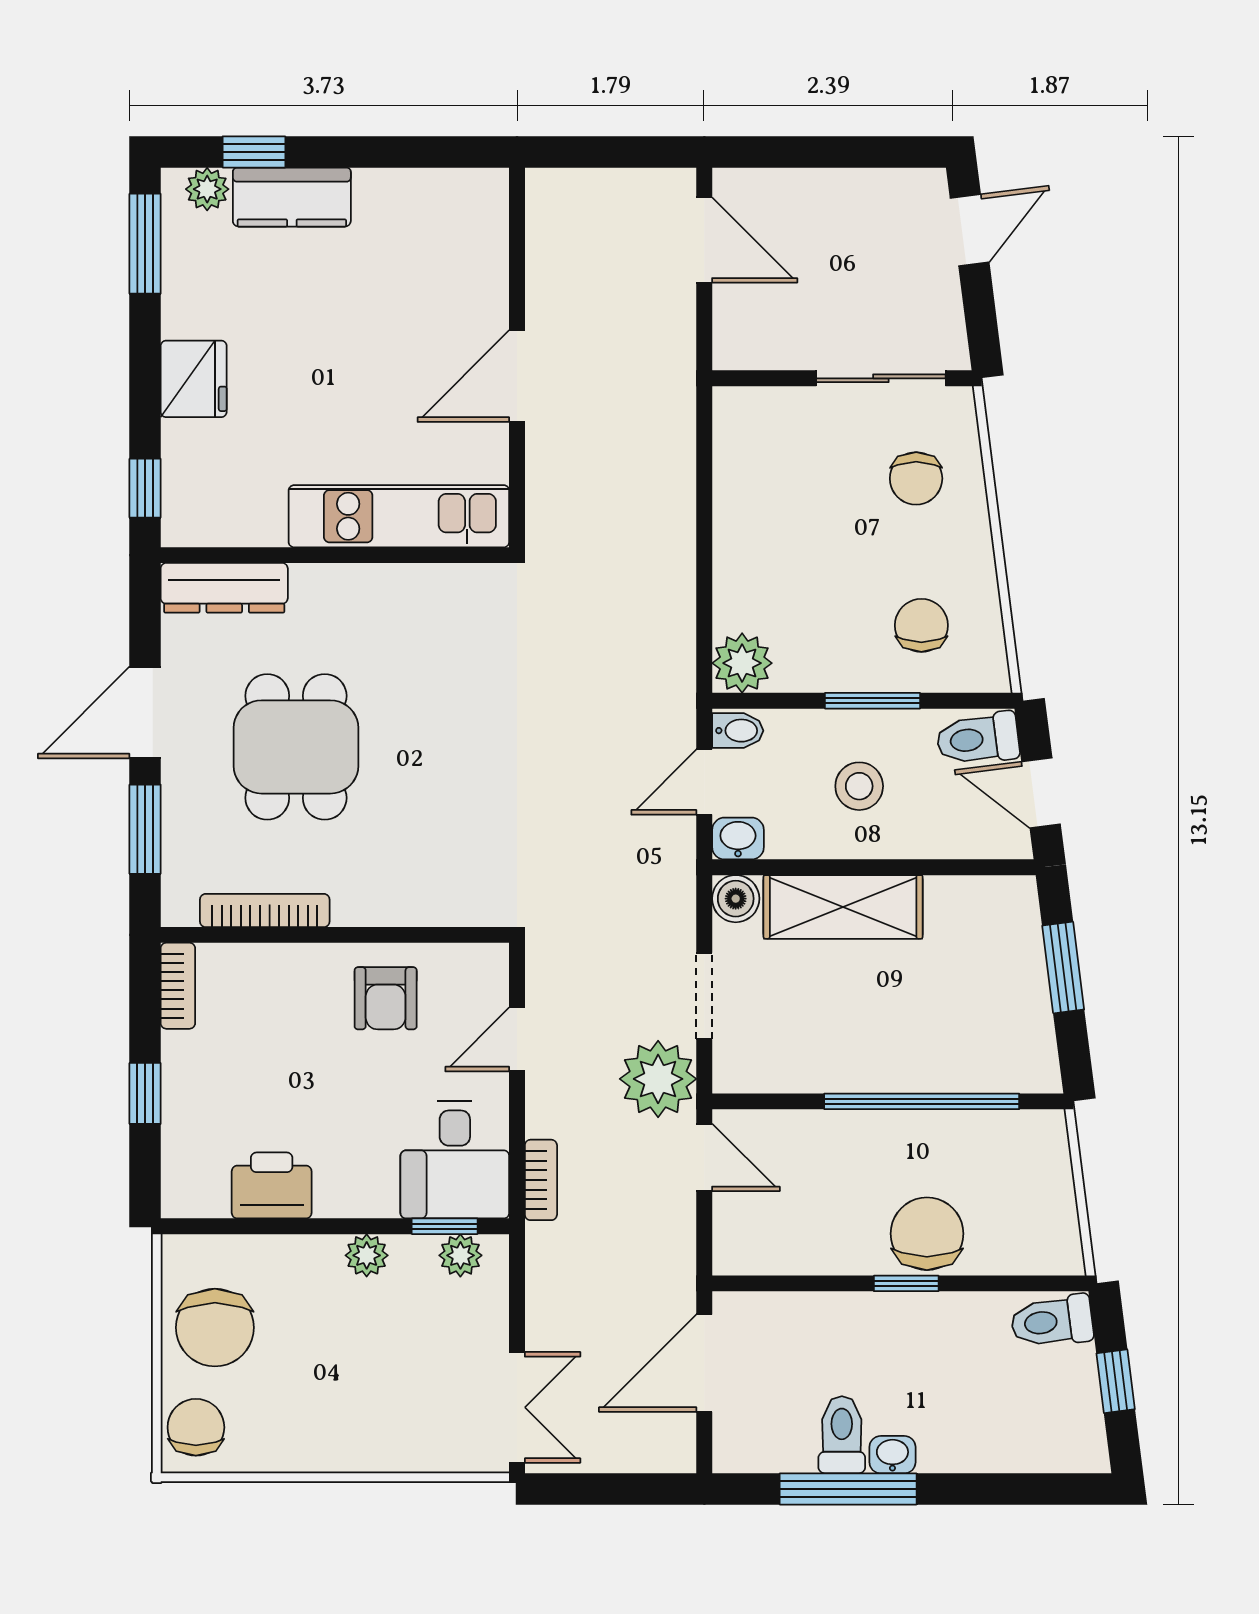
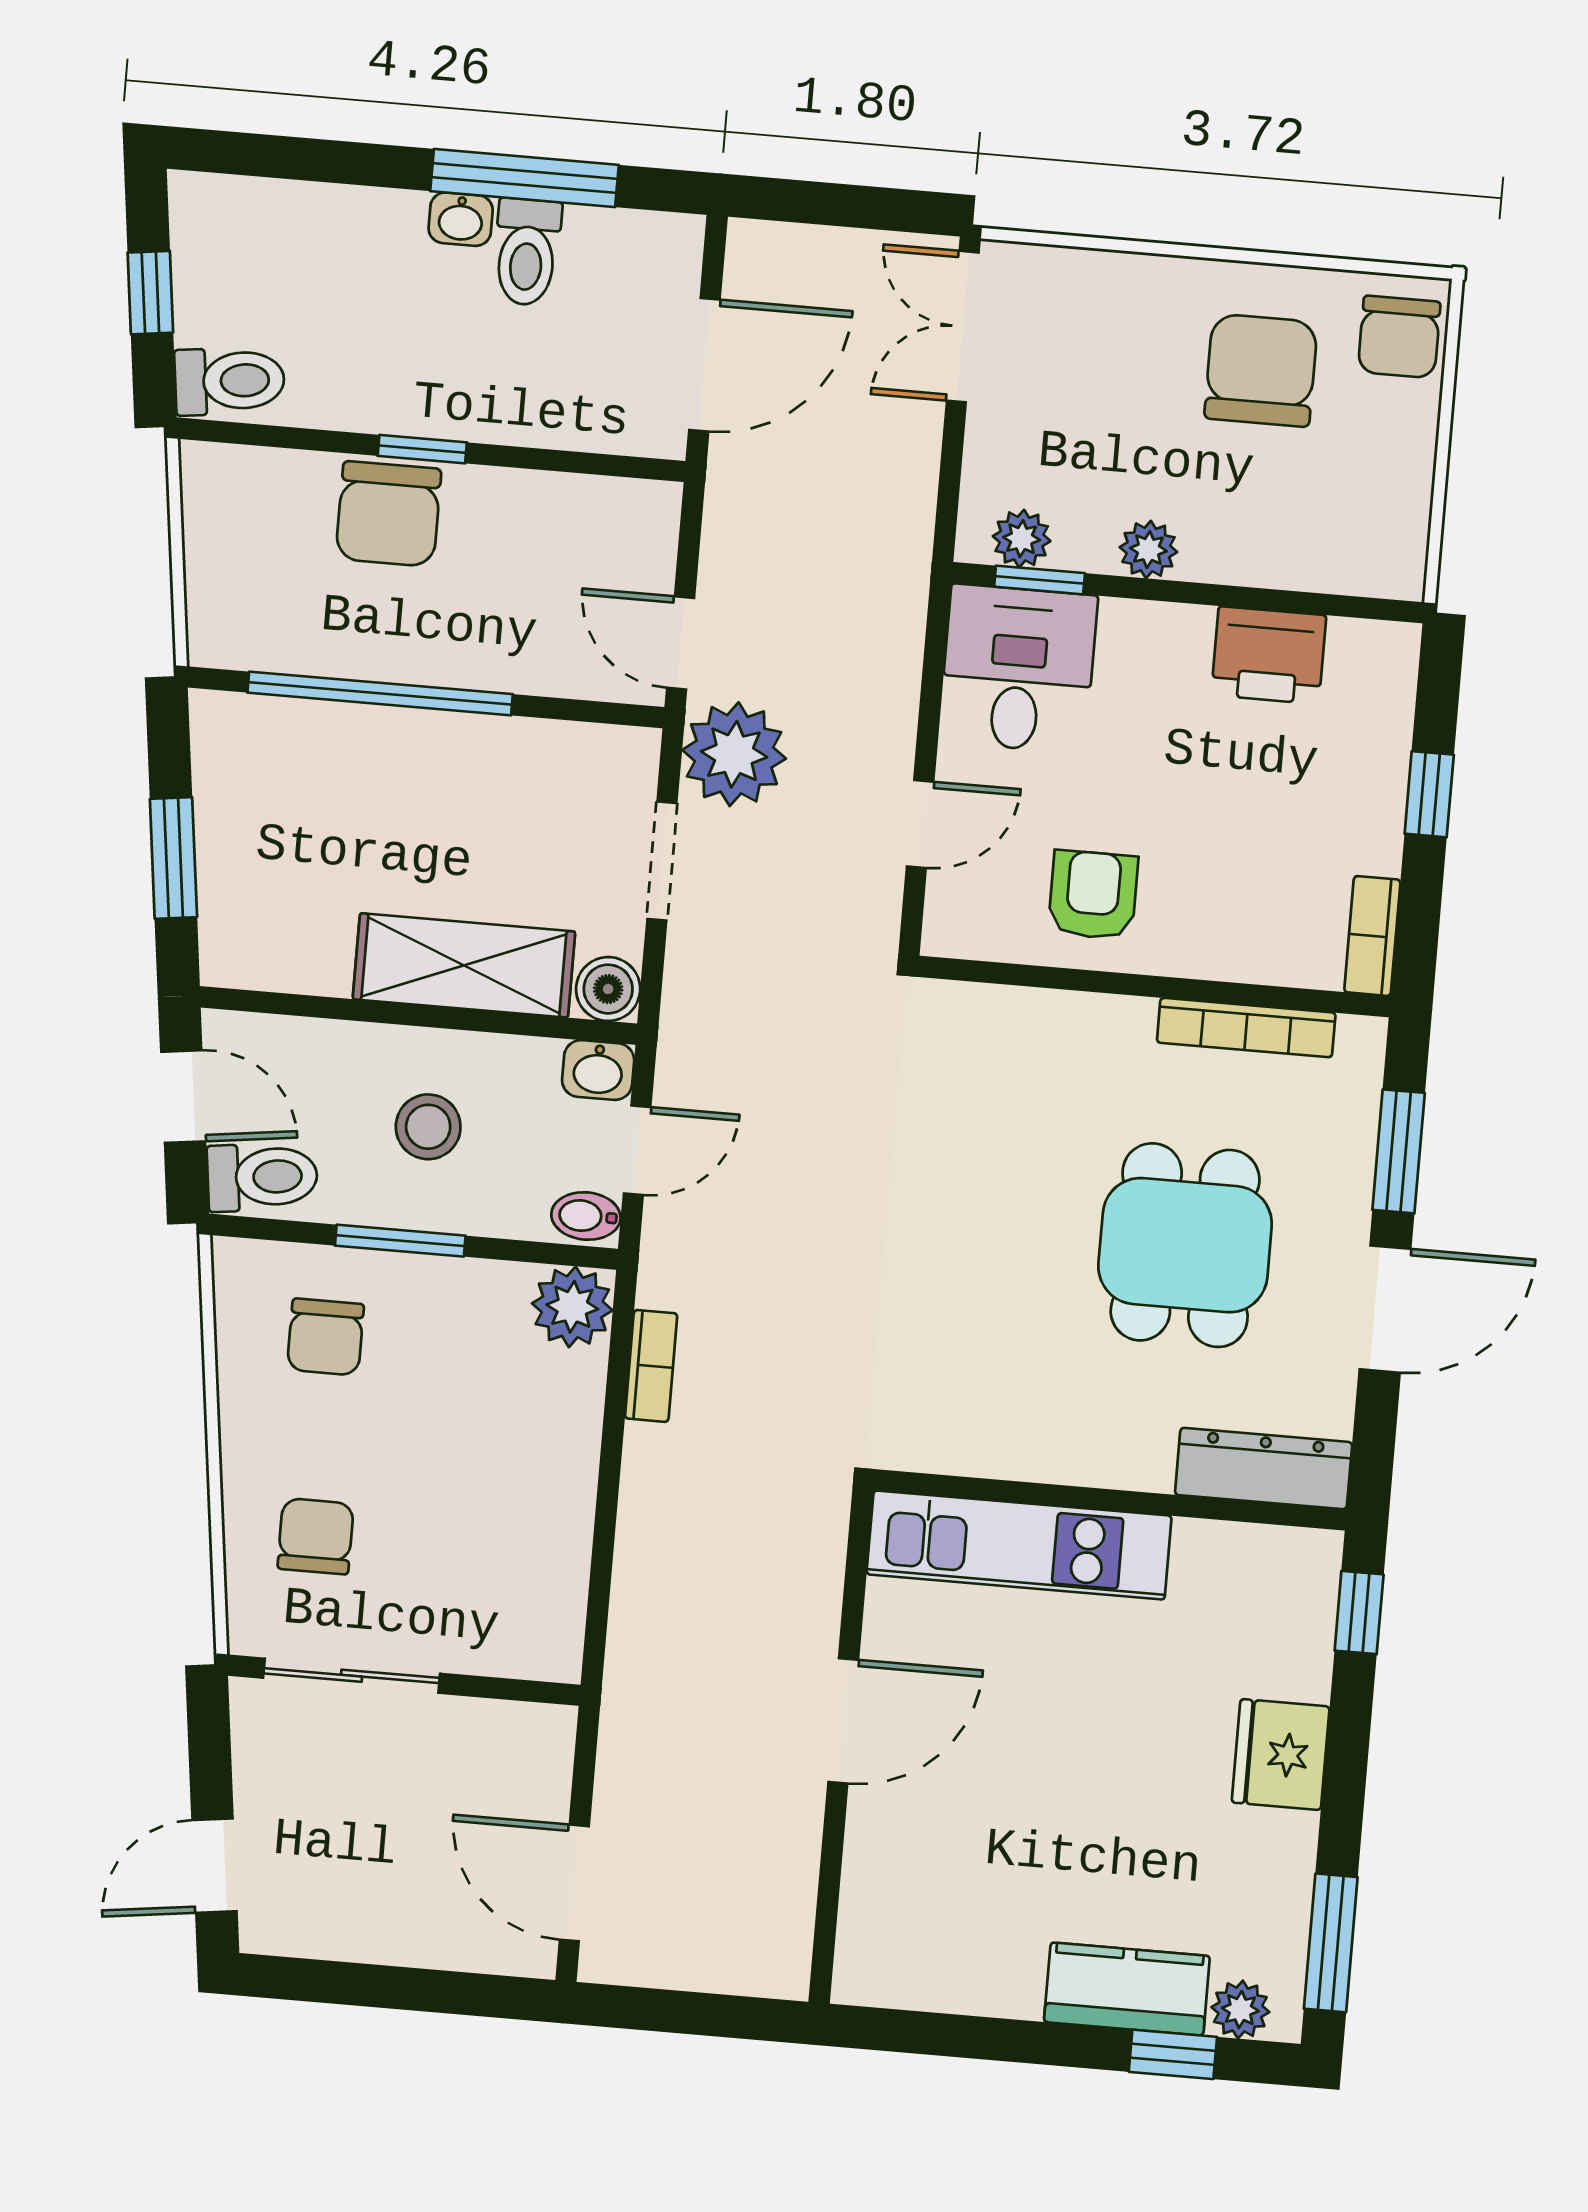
bookcase: (541, 1180) -> (651, 1366), moved, turned 180
chair: (215, 1328) -> (1261, 370), moved

